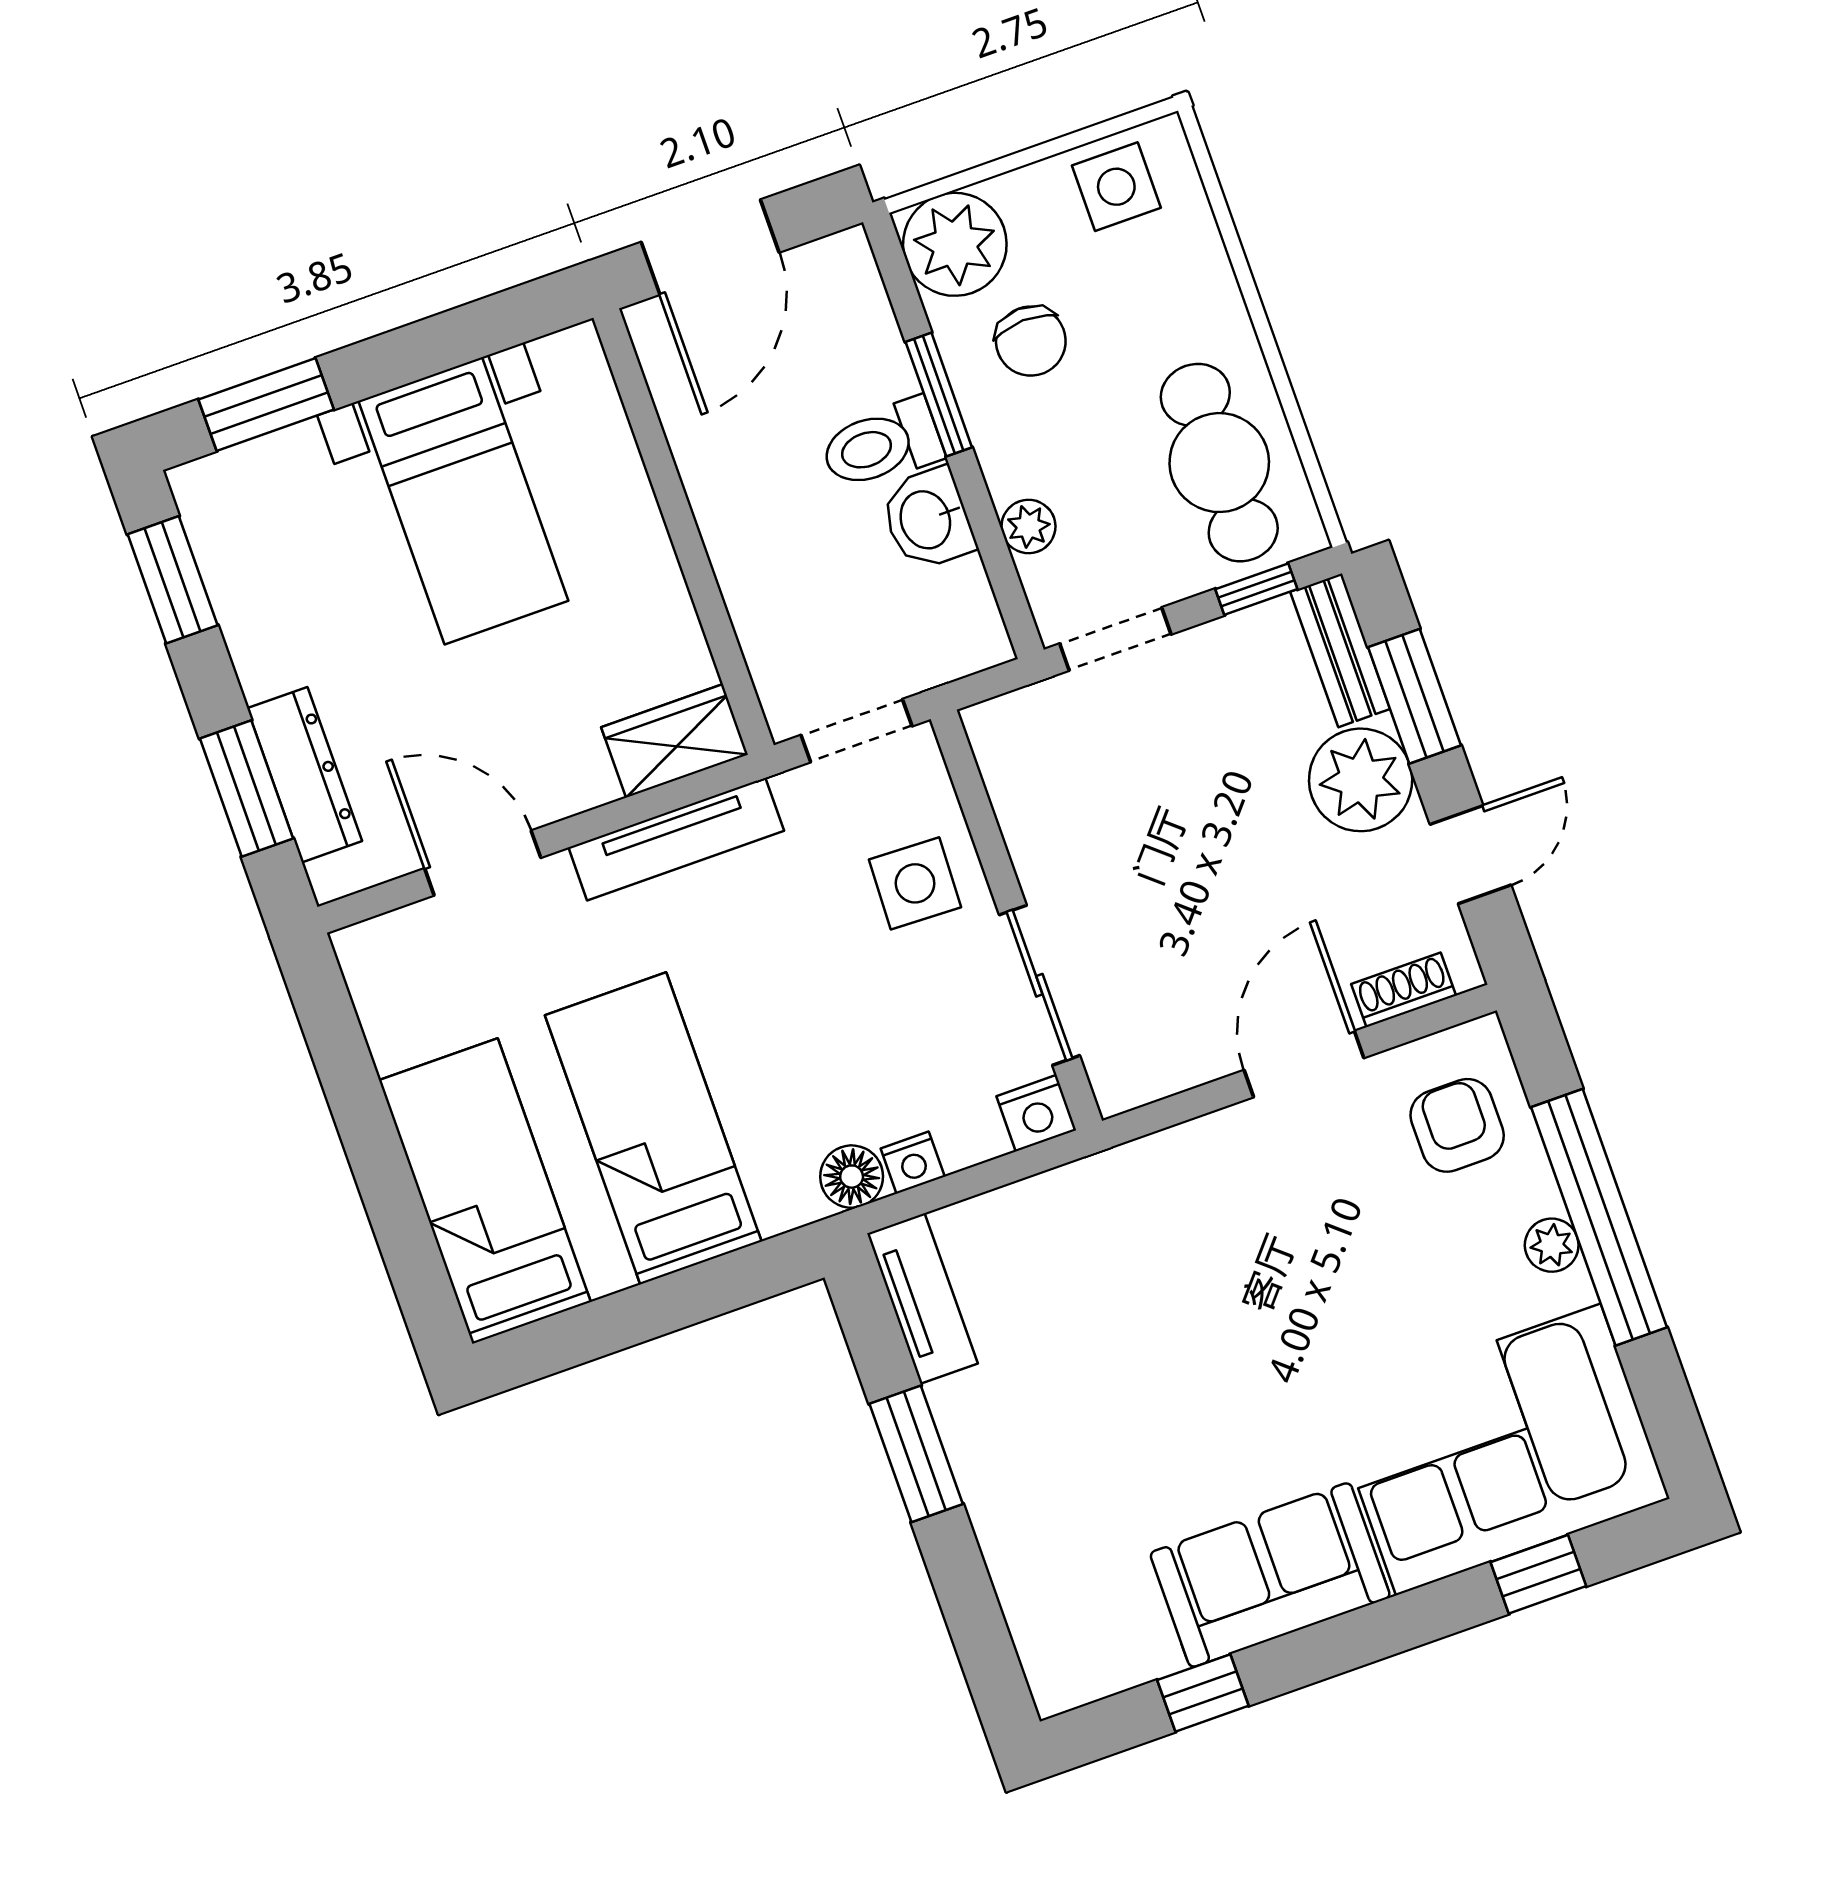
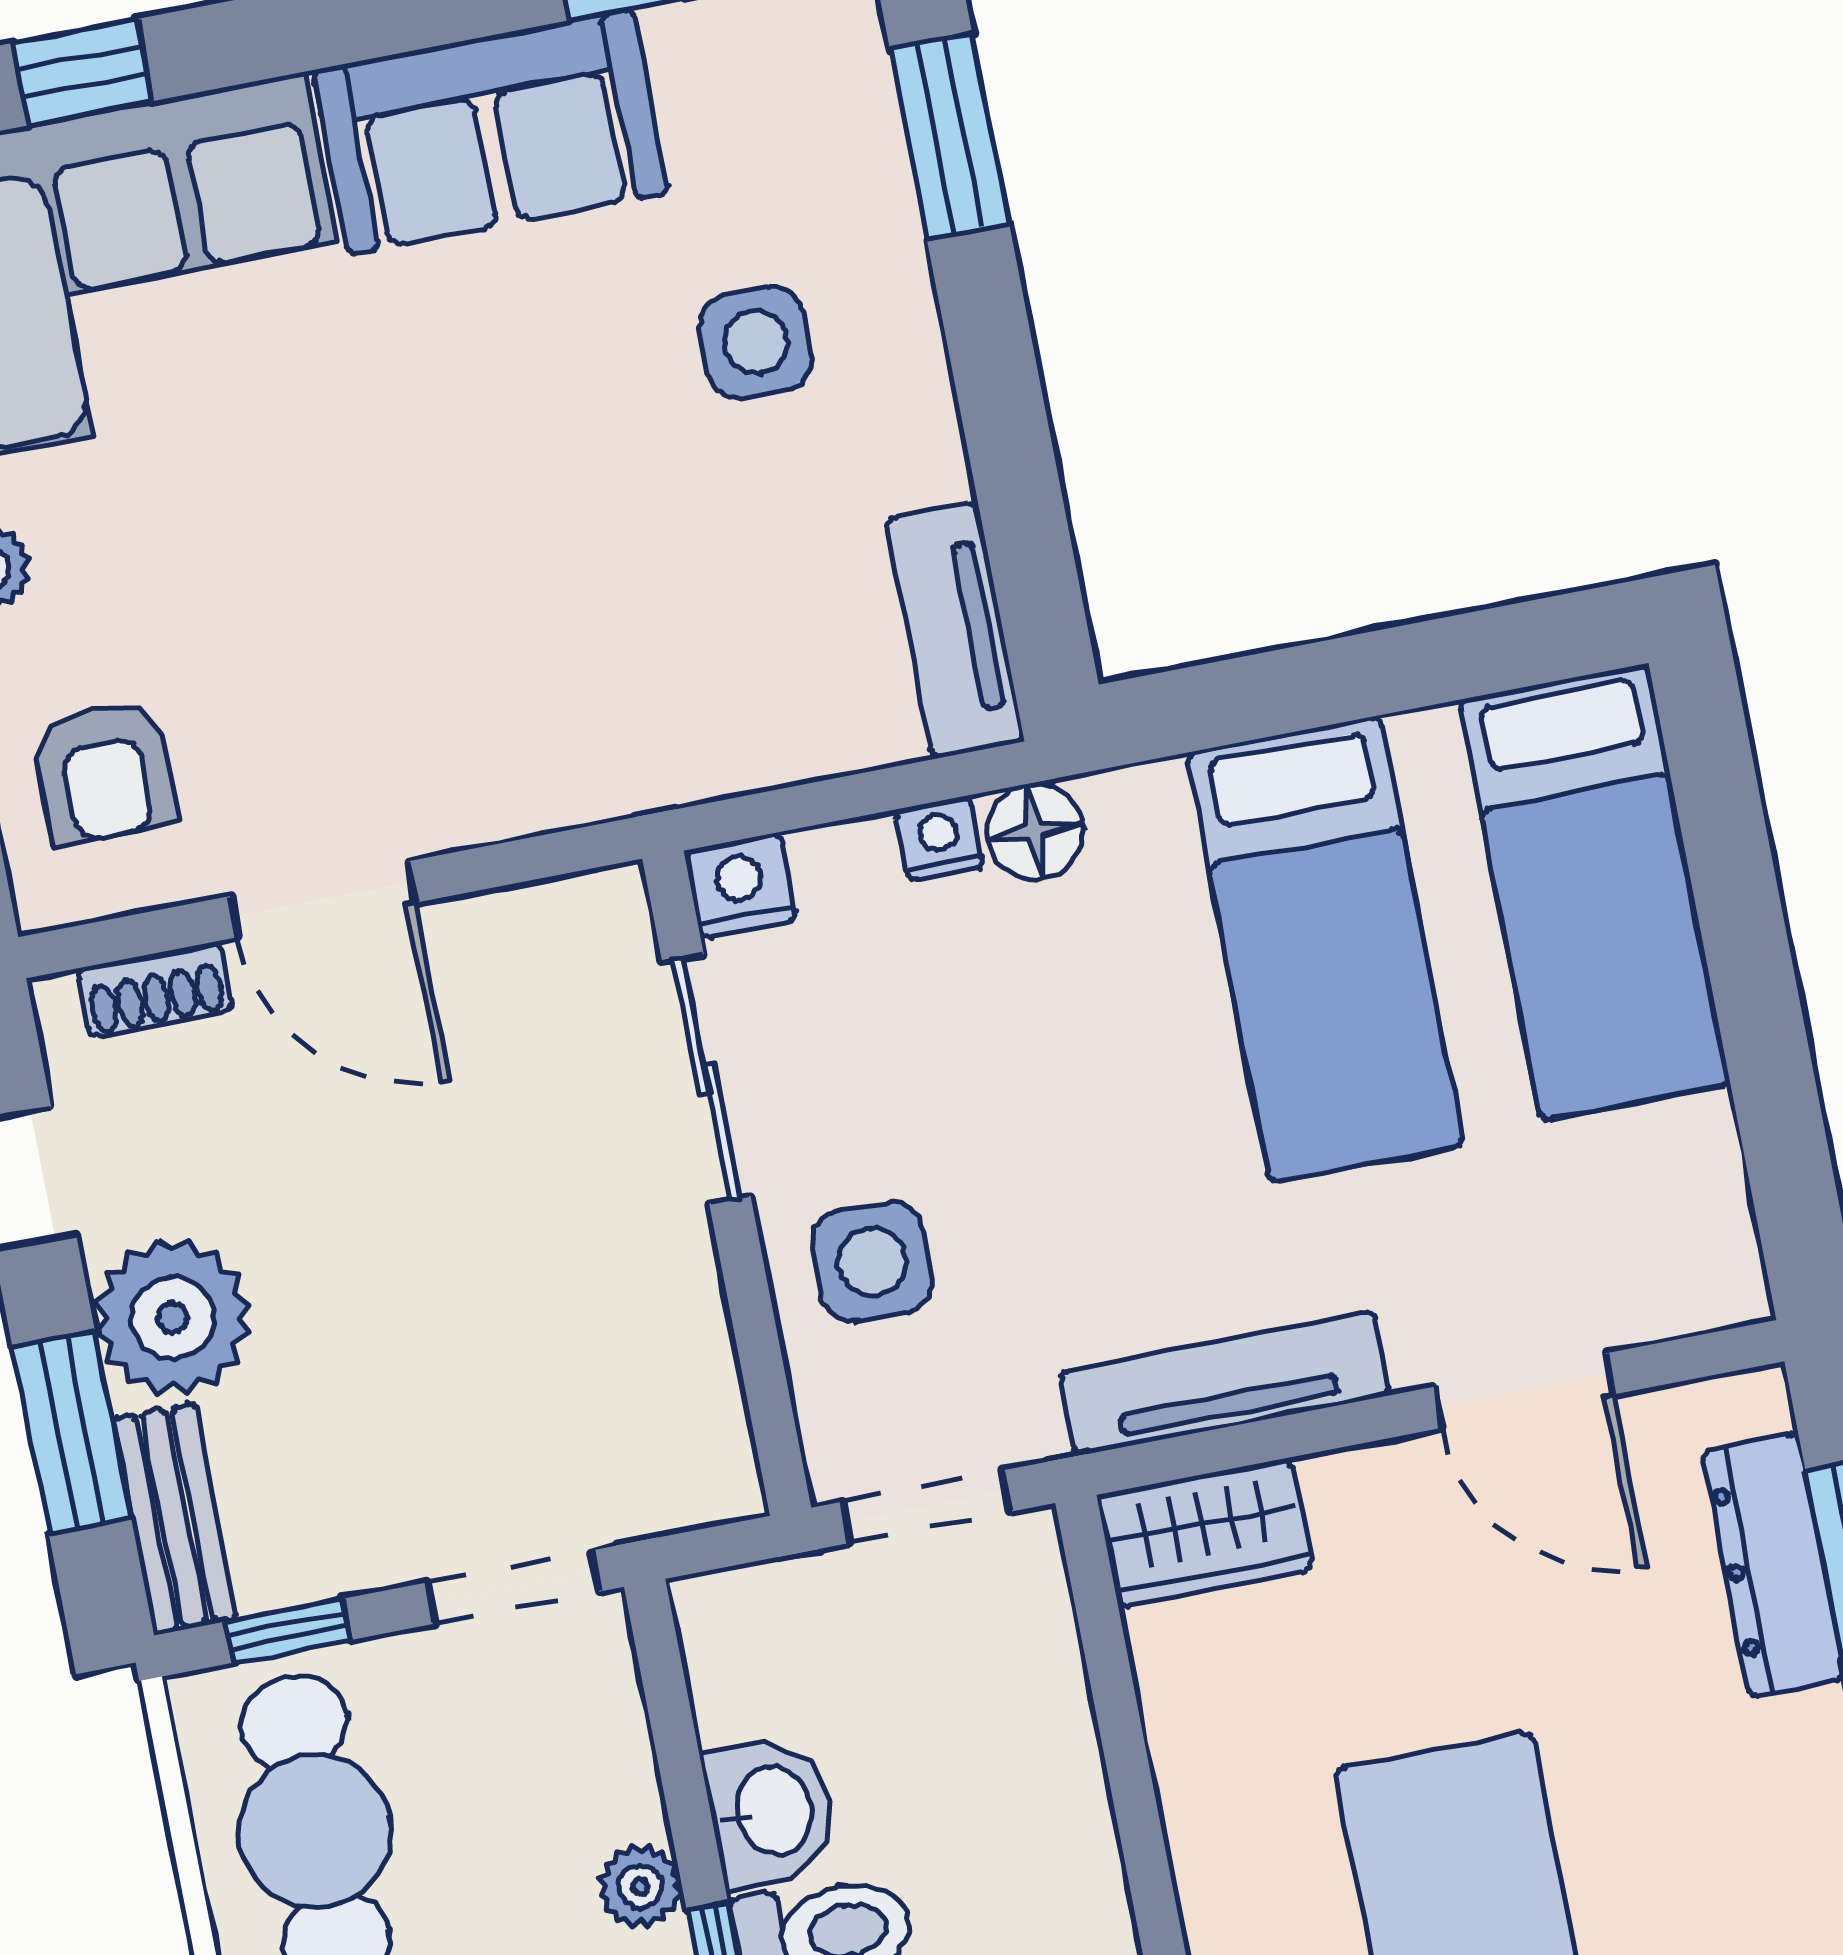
plant: (1028, 526) -> (640, 1886), moved
door: (1304, 1064) -> (323, 899), hinge flipped
window: (916, 1454) -> (949, 136), moved
side table: (1079, 1465) -> (756, 343), added

